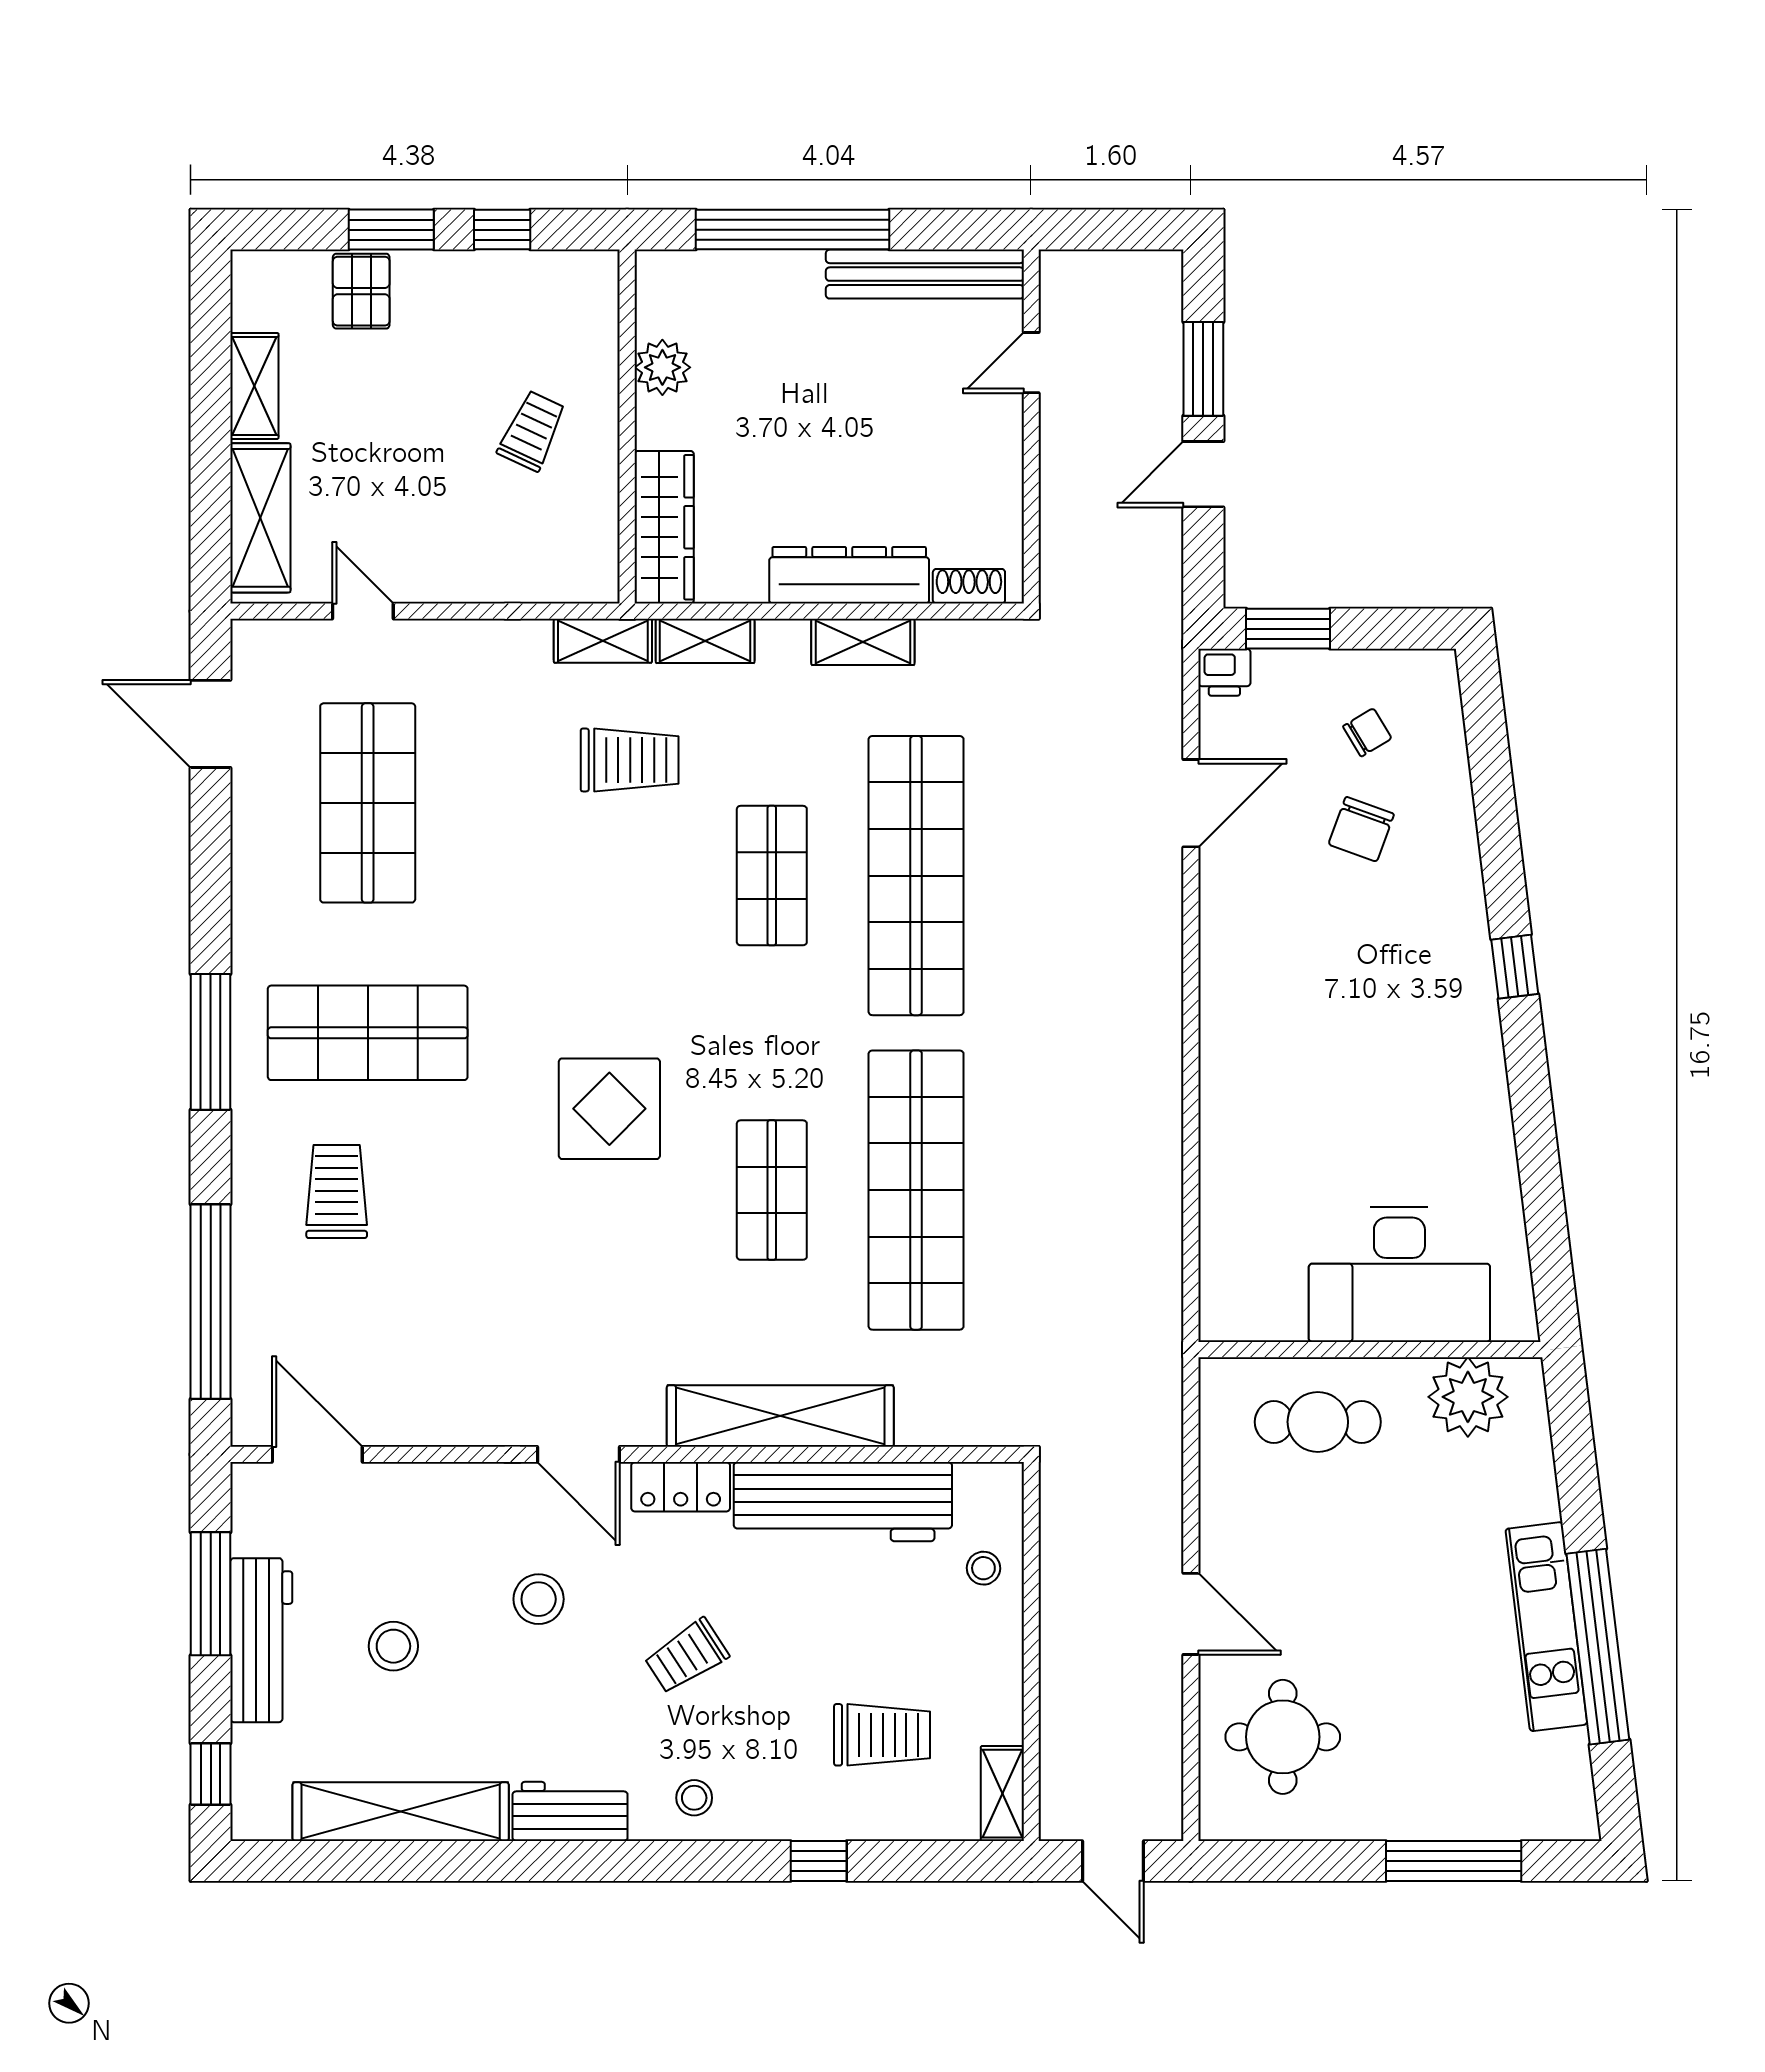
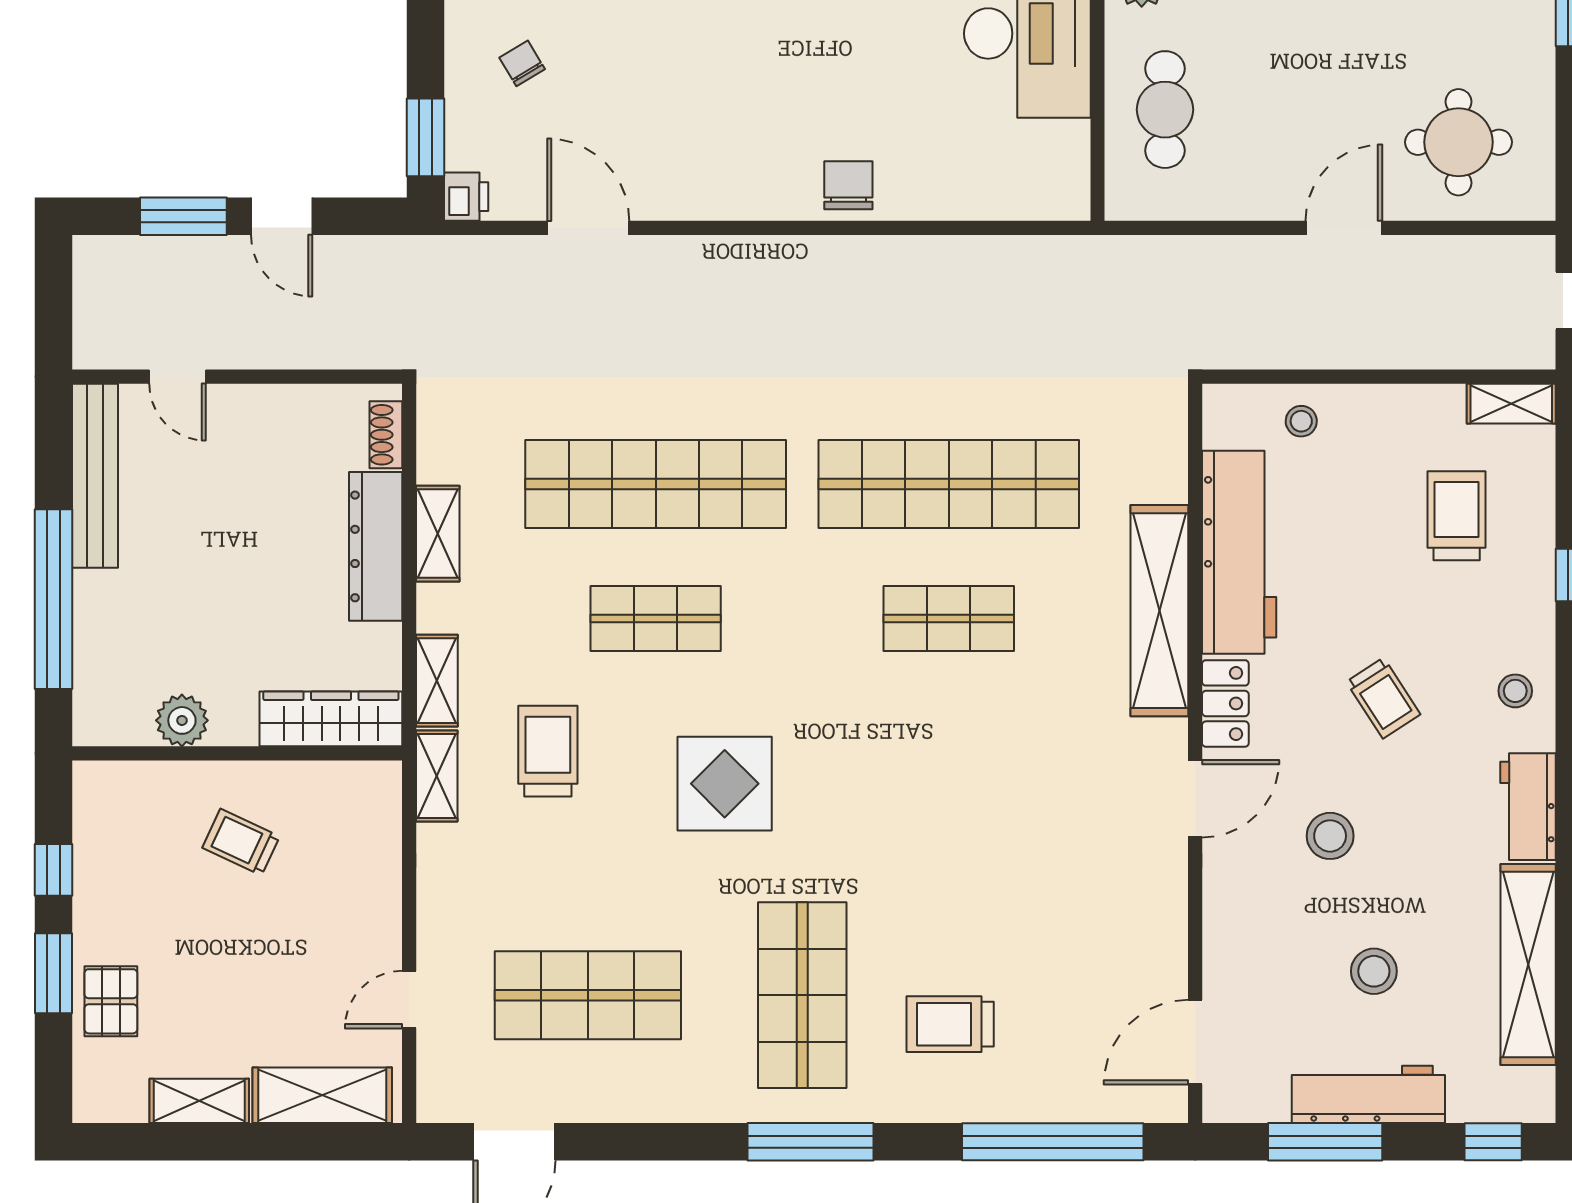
pallet: (361, 291) -> (111, 1001), turned 90
chair: (1361, 829) -> (848, 185), moved, turned -110
display table: (609, 1109) -> (725, 784), moved

